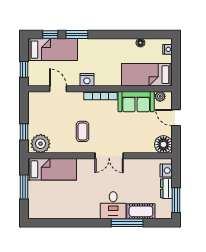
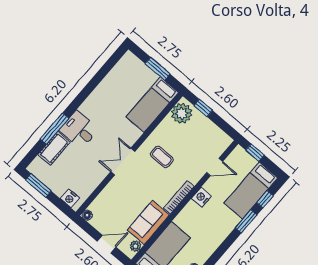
floor lamp: (163, 144) -> (87, 215), width x0.53, depth x0.53
dresser: (166, 188) -> (55, 186), removed

